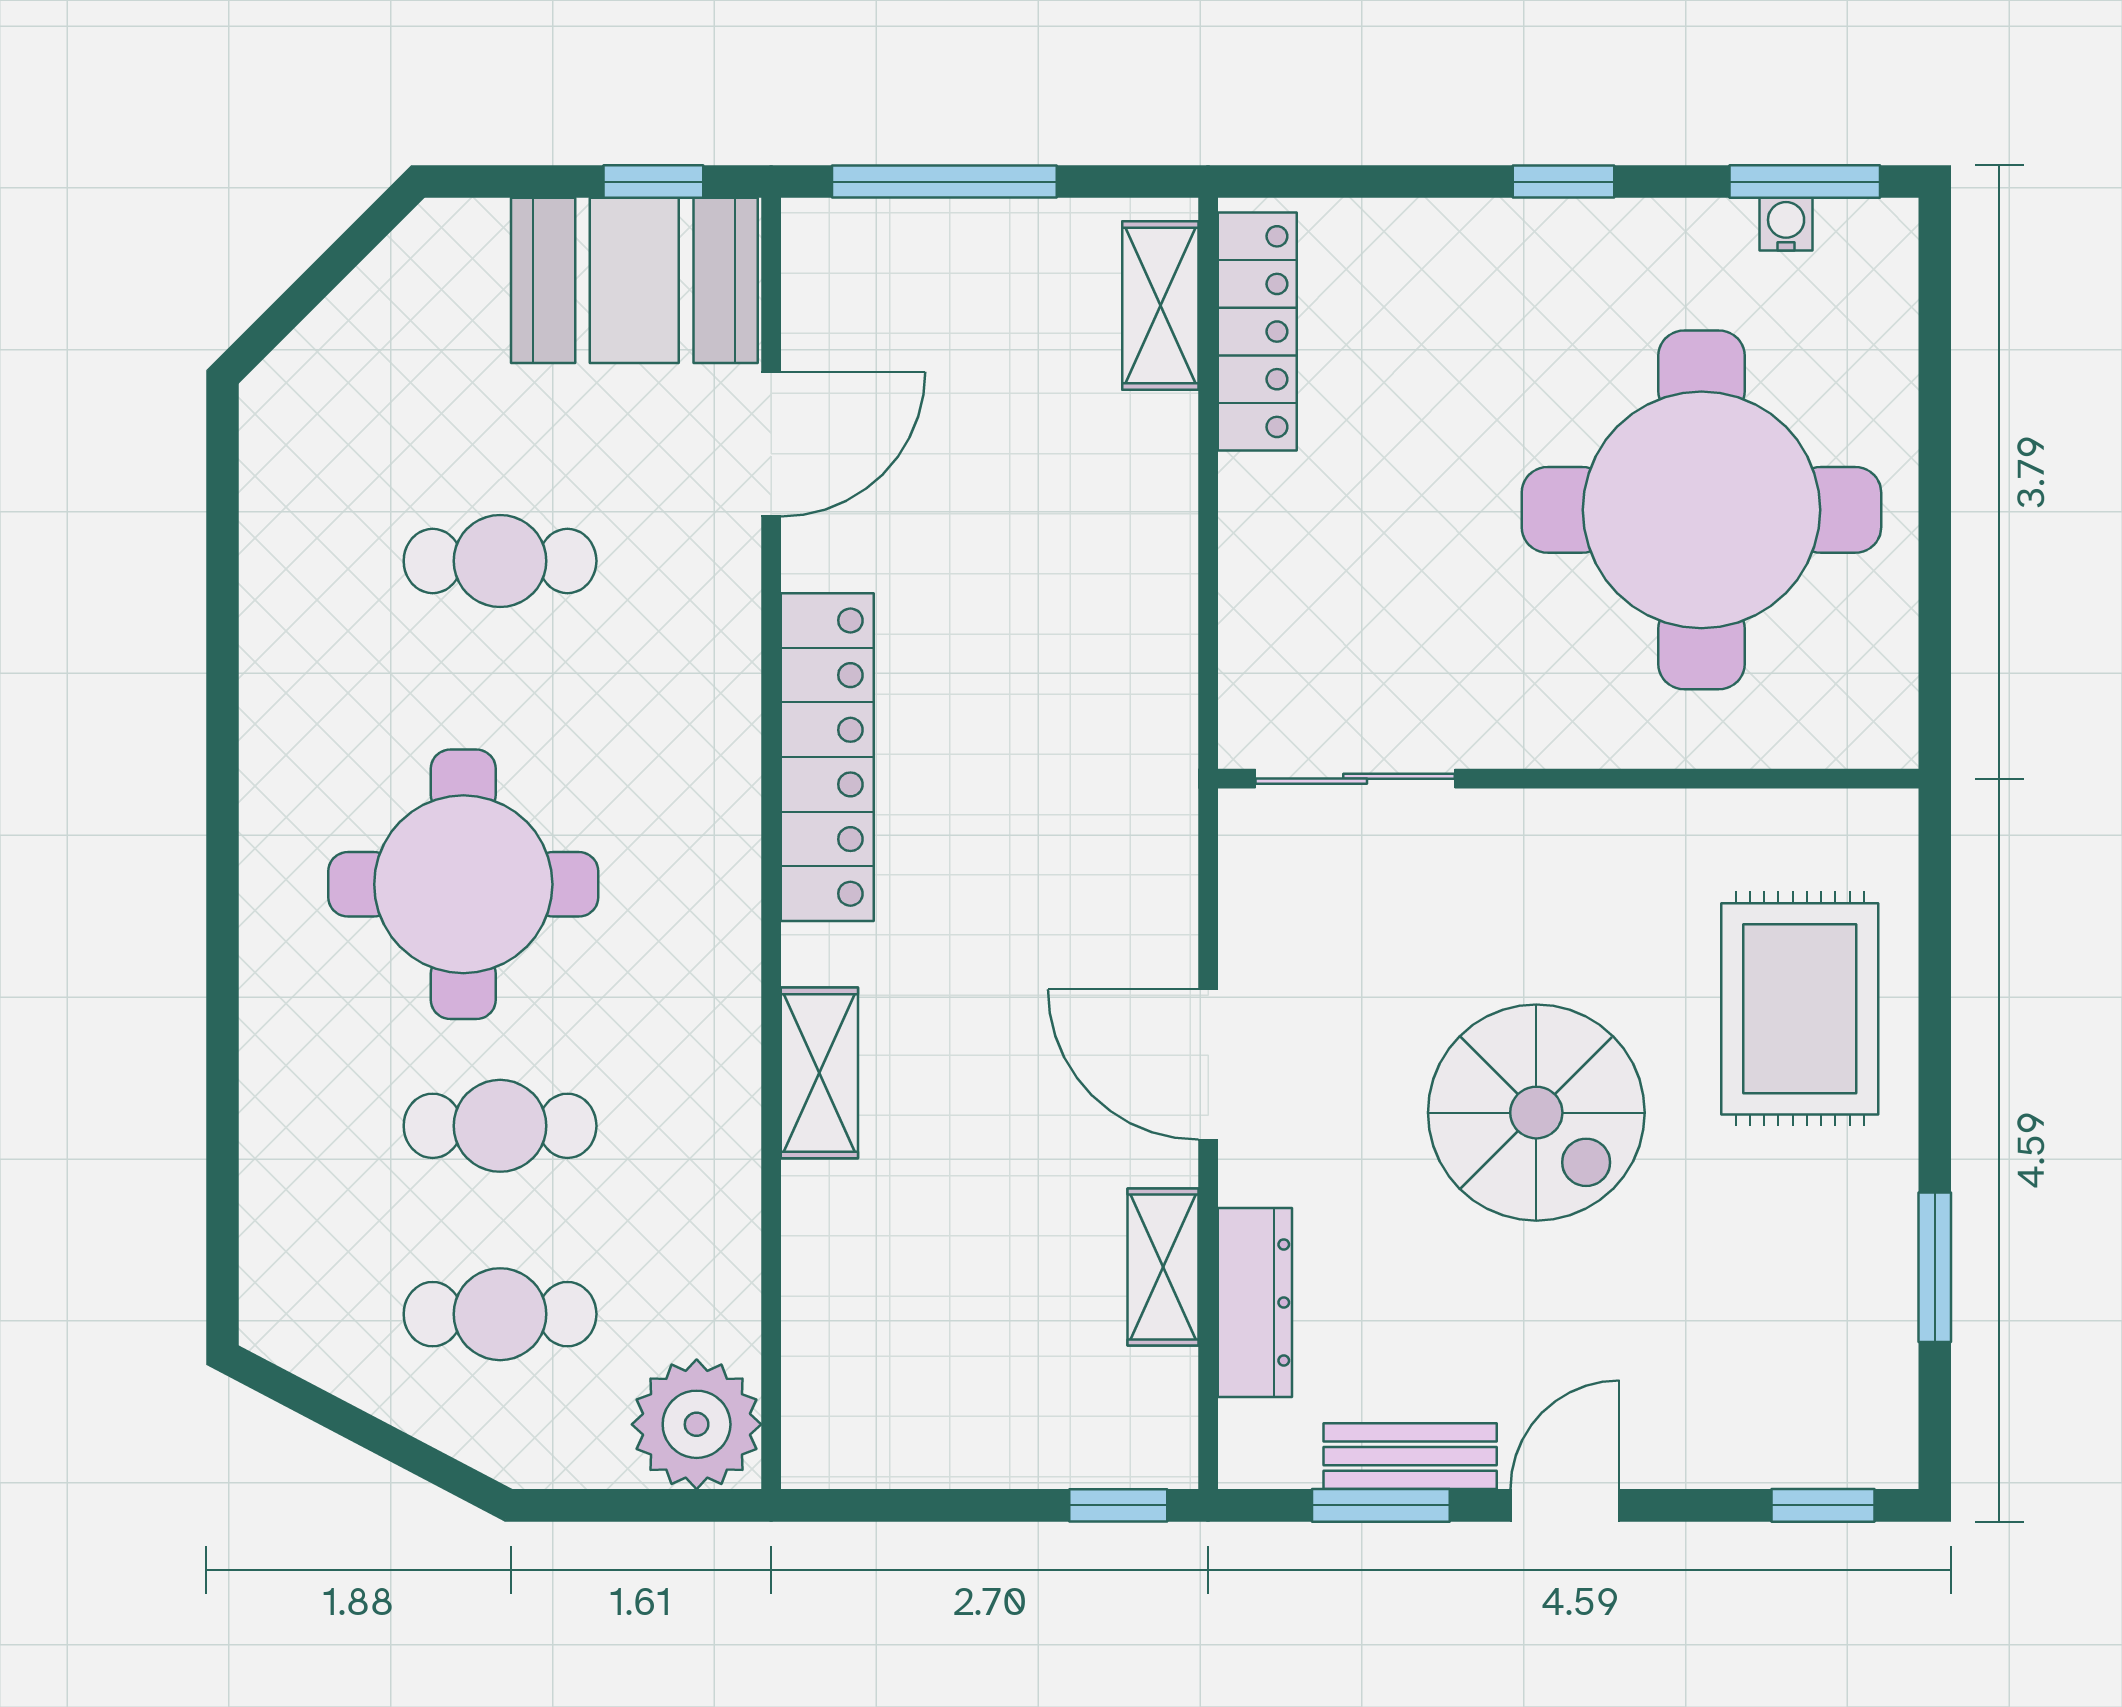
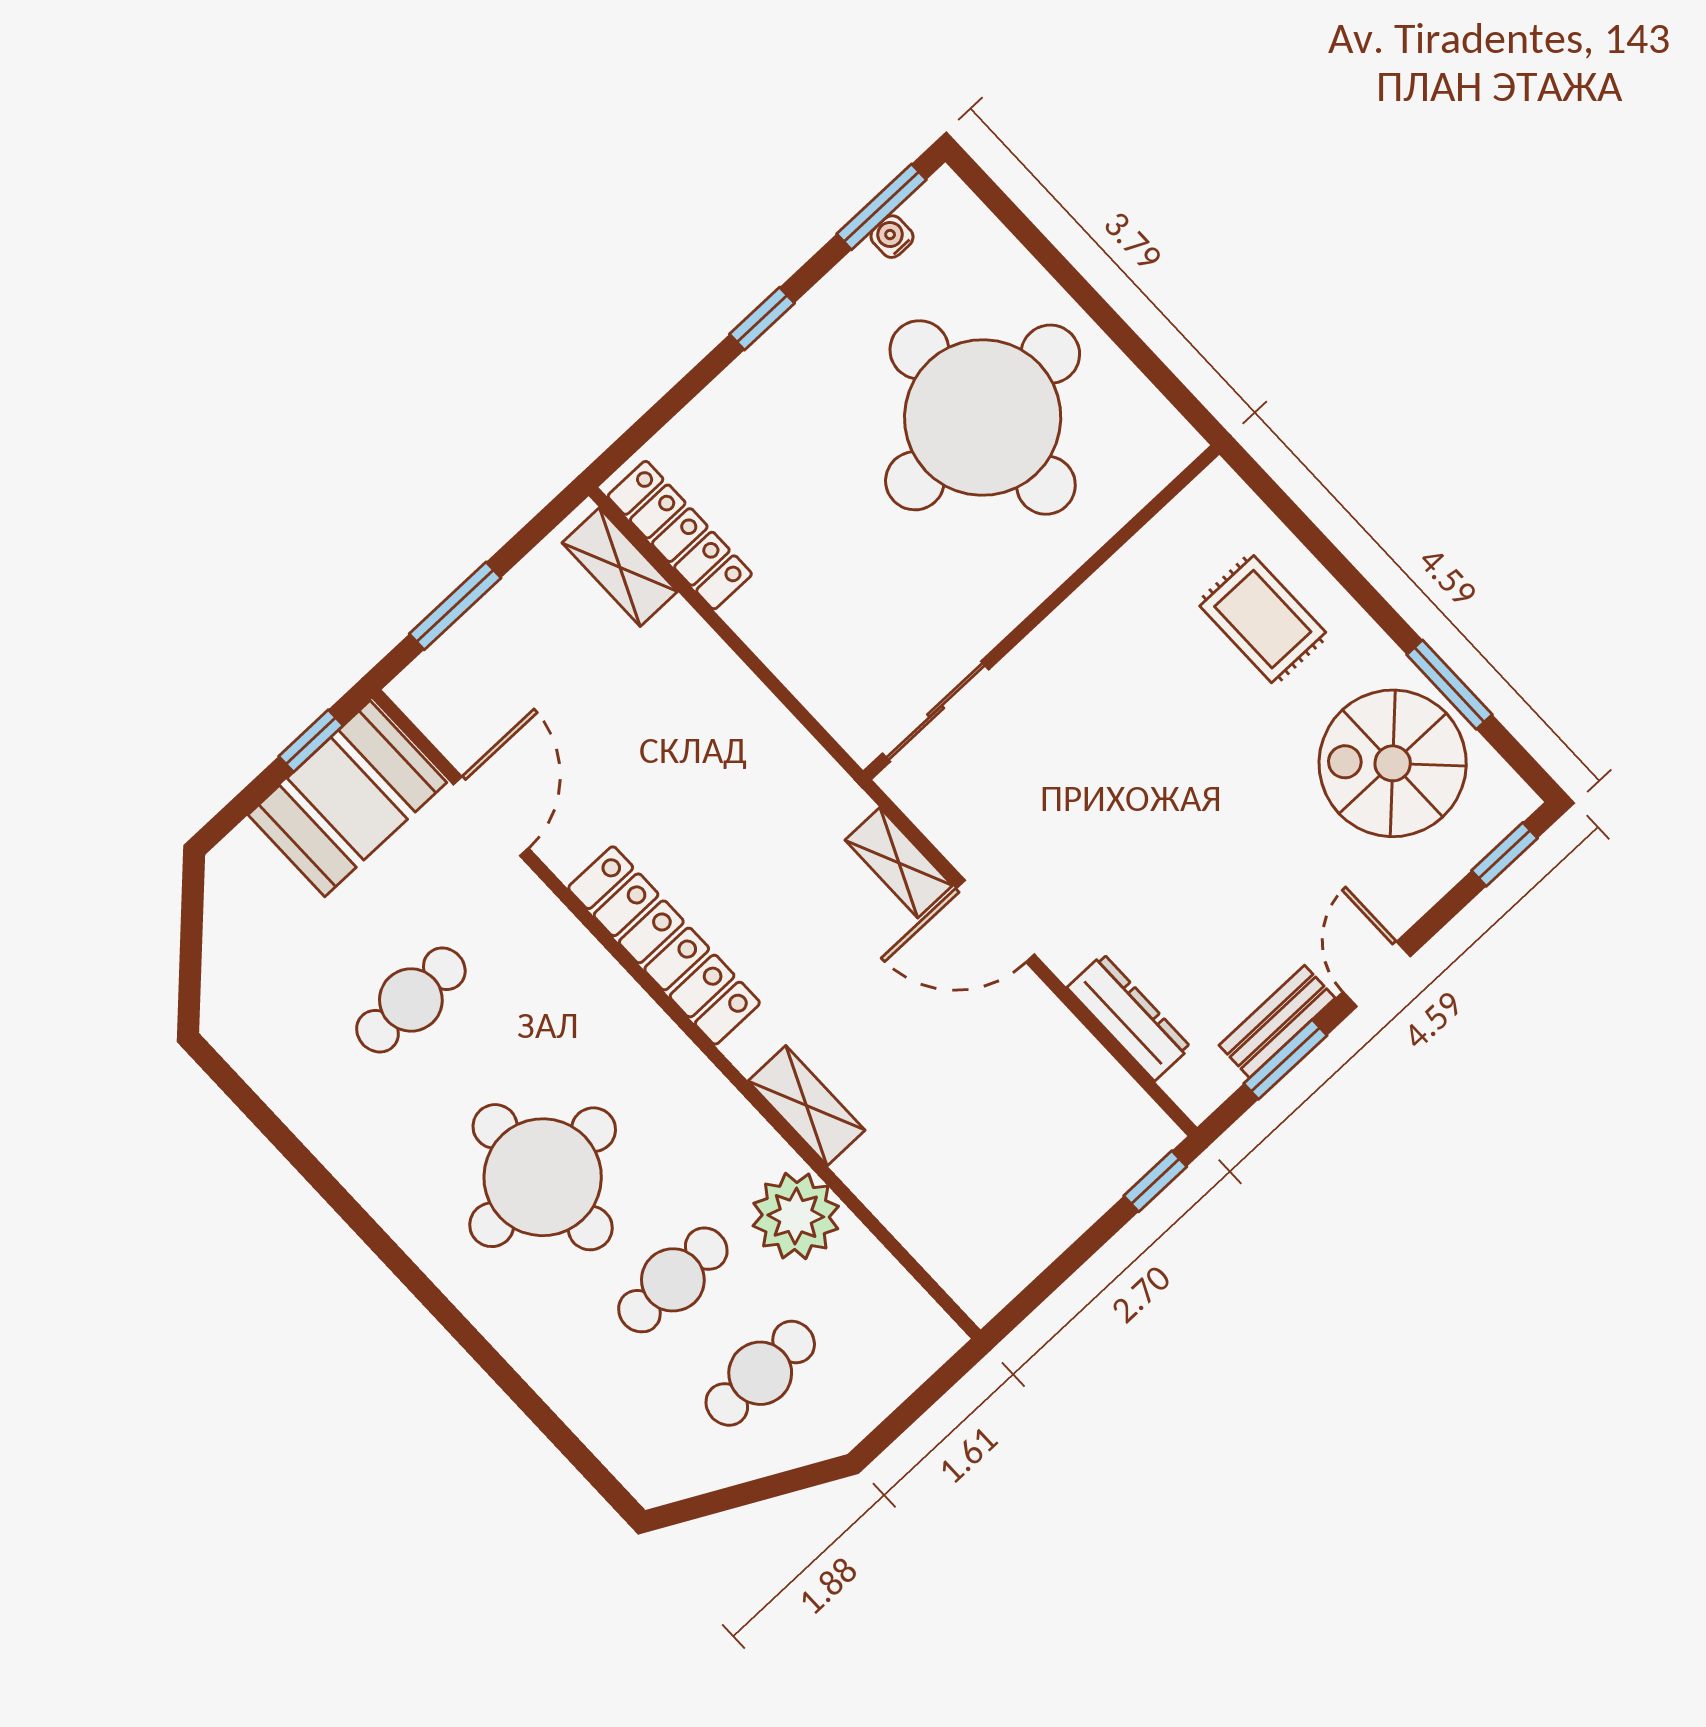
window: (944, 182) -> (455, 606), width x0.69
rug: (1800, 1009) -> (1263, 619), width x0.73, depth x0.70
spiral stairs: (1536, 1113) -> (1393, 763), moved, turned 180
shelving: (1163, 1267) -> (899, 863), moved
plant: (697, 1424) -> (796, 1216), moved

